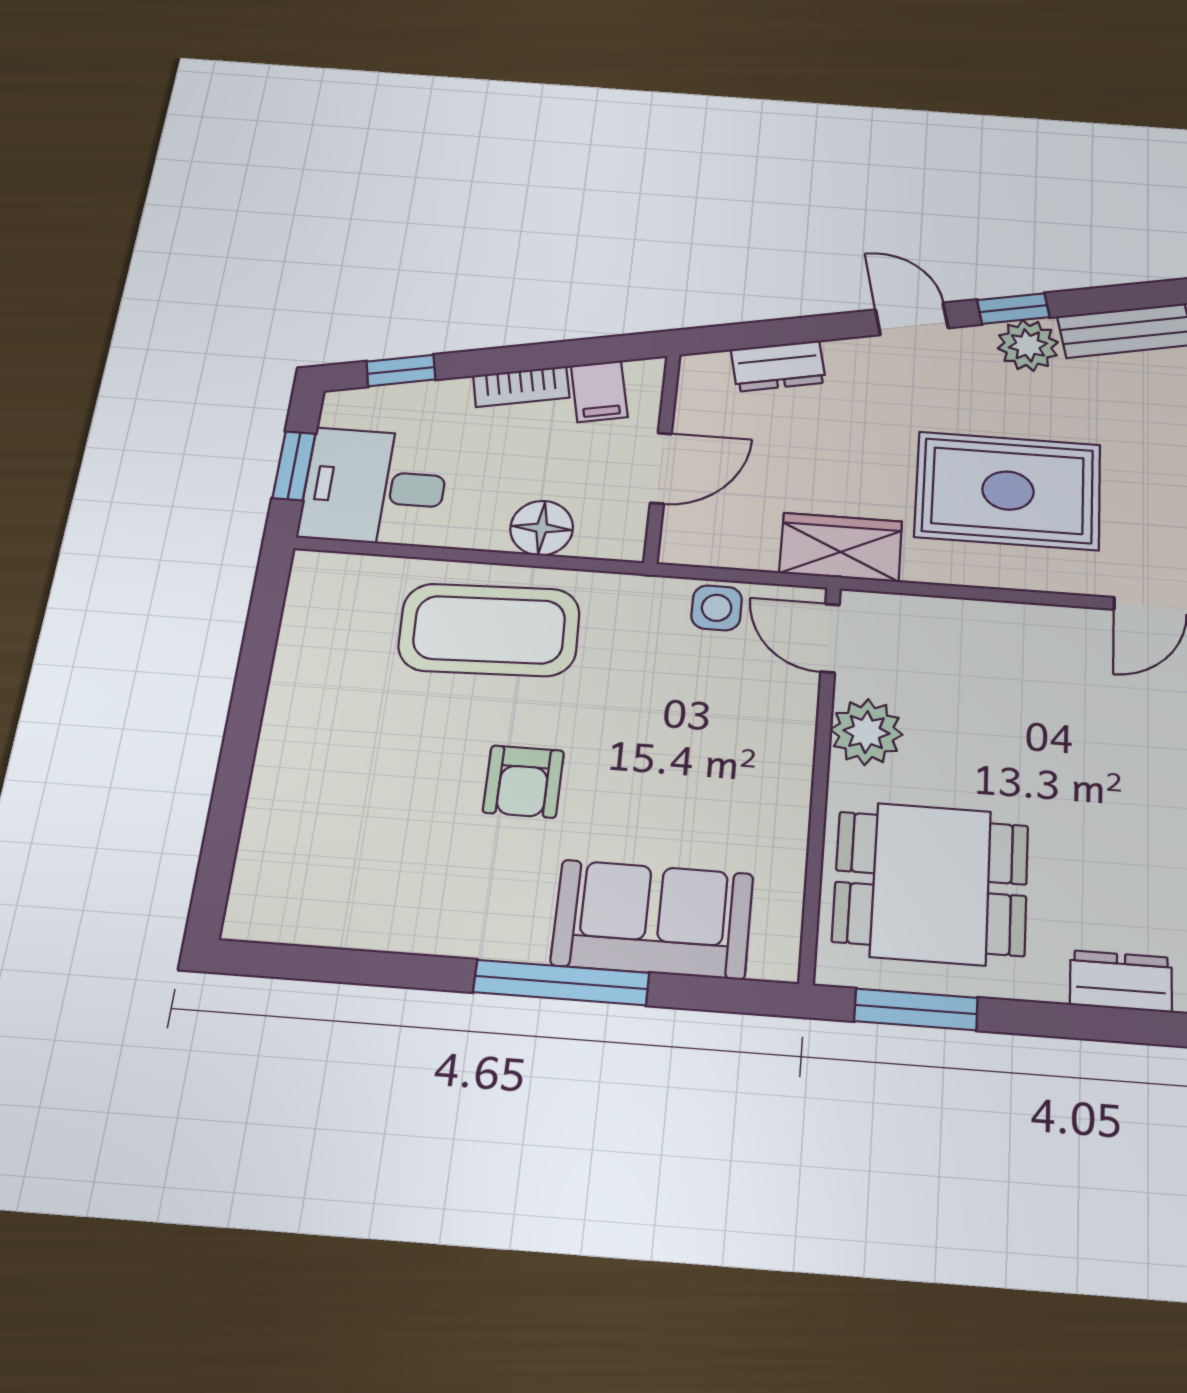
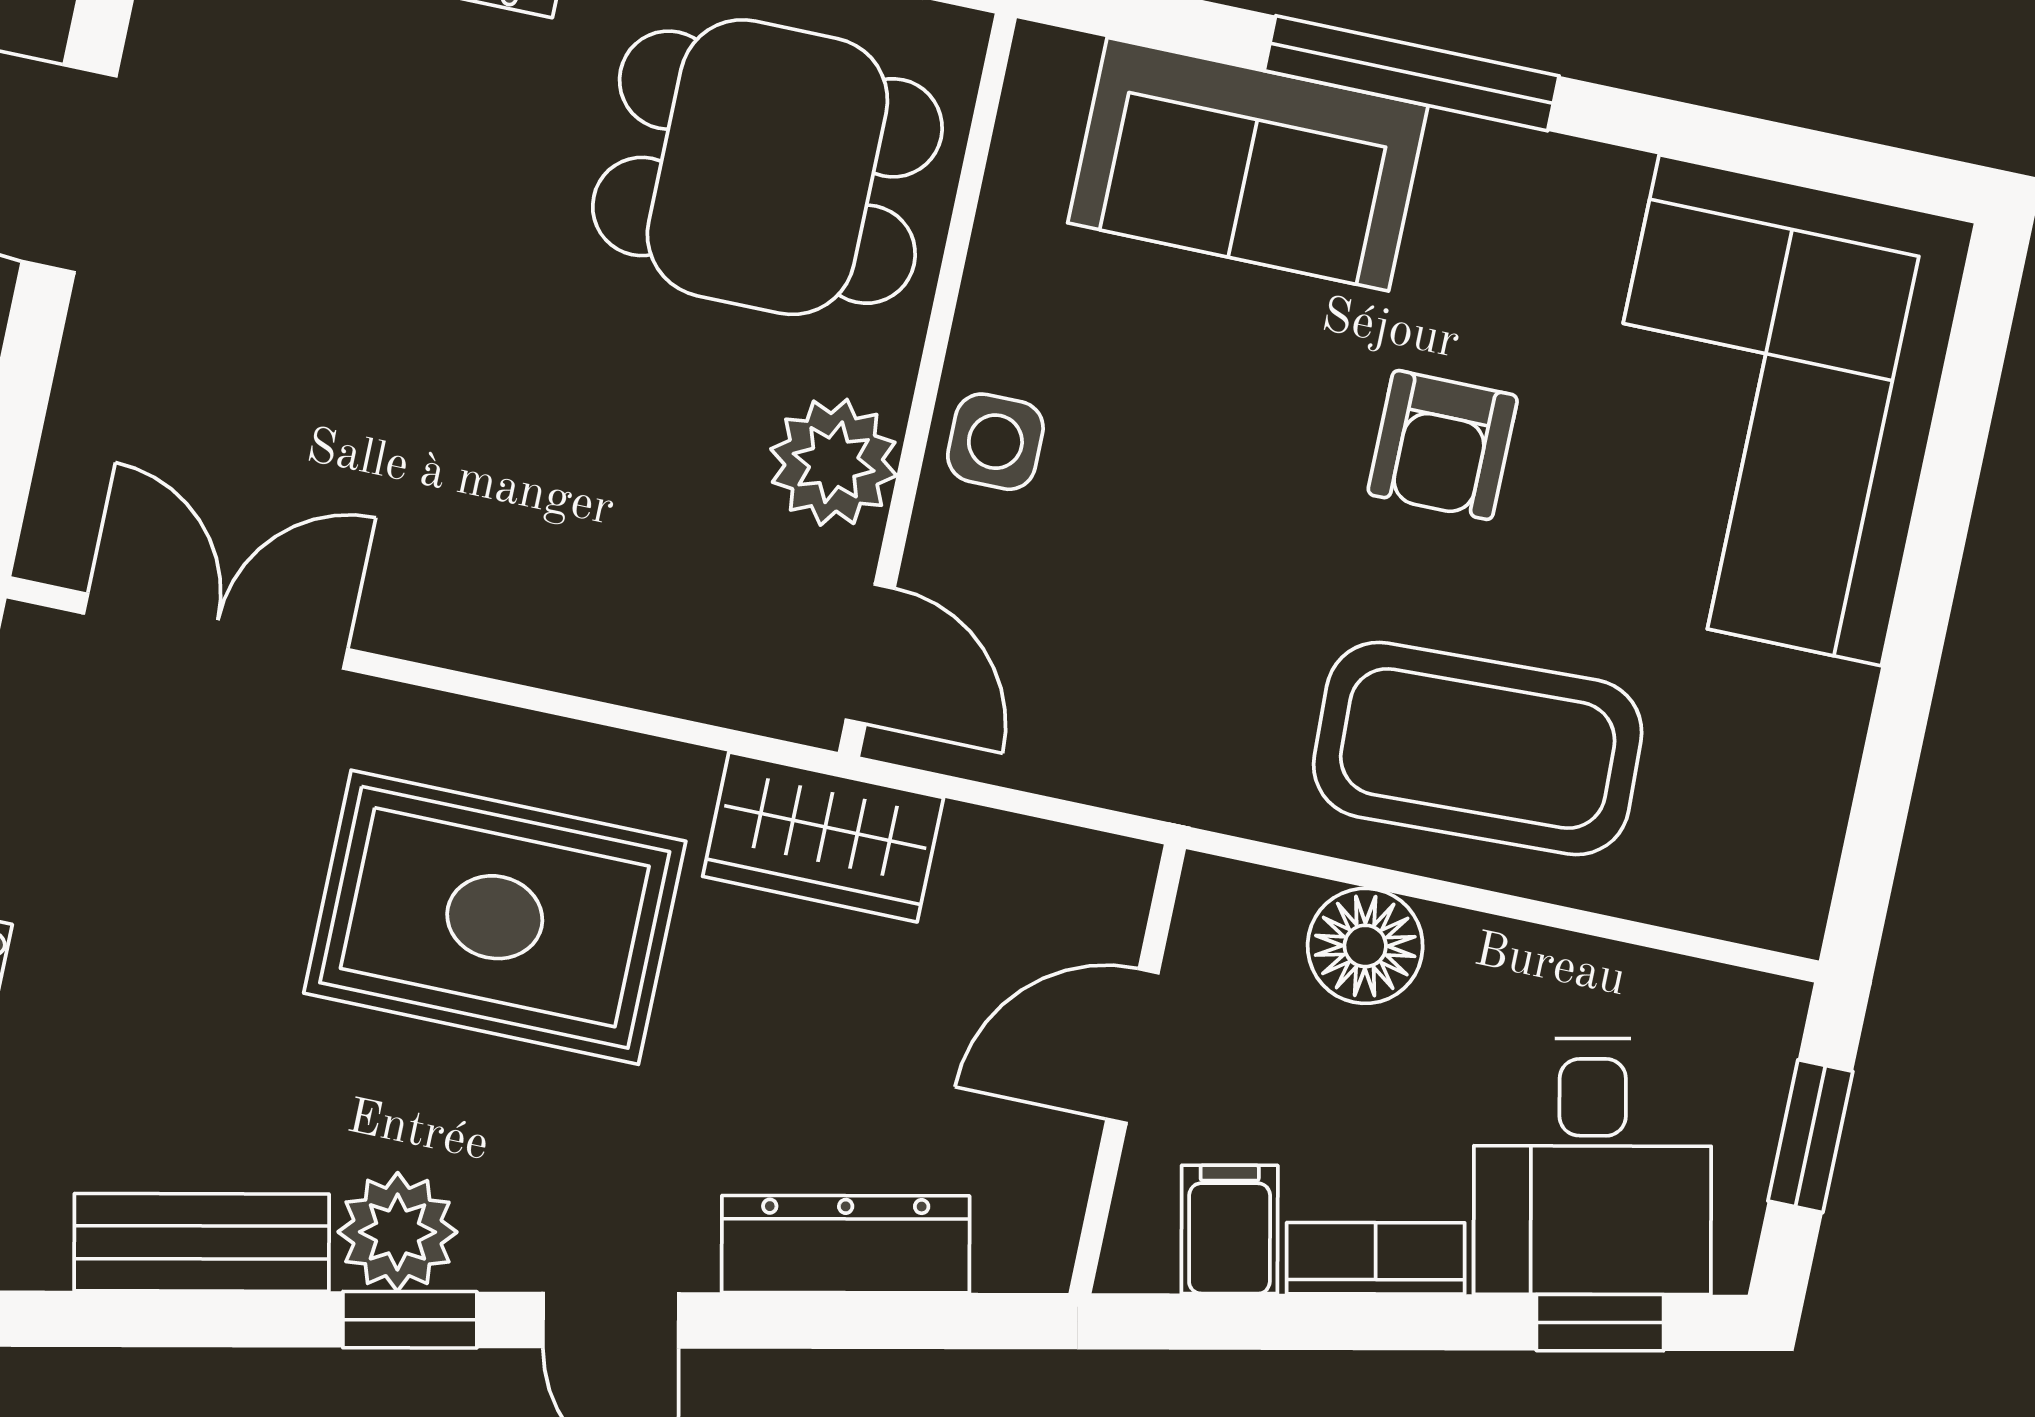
dresser: (778, 366) -> (846, 1244), width x1.44
desk: (375, 487) -> (1593, 1166), moved, turned 78
side table: (717, 608) -> (995, 442), moved
armchair: (523, 782) -> (1443, 445), turned 180
corner sofa: (336, 822) -> (1770, 410), added

